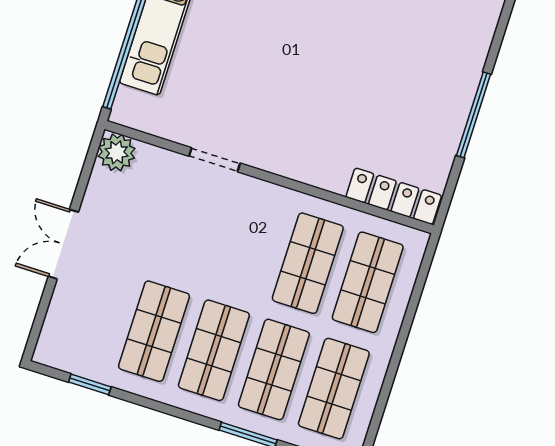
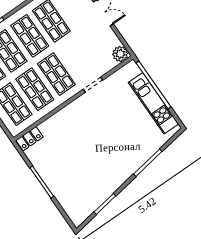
locker: (394, 196) -> (30, 139), width x0.66
shop shelf: (248, 244) -> (56, 74), added

